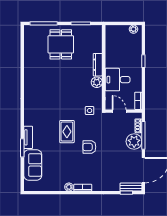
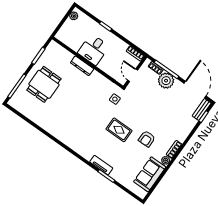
dining table: (61, 44) -> (44, 84), turned 90
desk: (118, 80) -> (94, 50), moved
plant: (97, 82) -> (96, 77), removed
door: (119, 111) -> (133, 75), hinge flipped
armchair: (89, 147) -> (147, 139), moved
sofa: (33, 165) -> (150, 174), moved, turned -90

